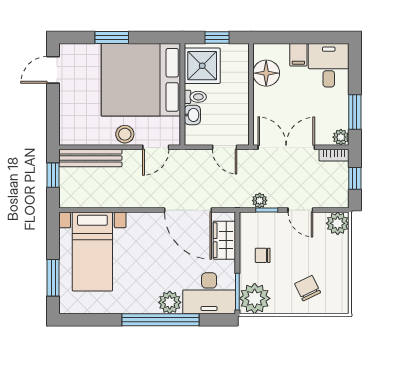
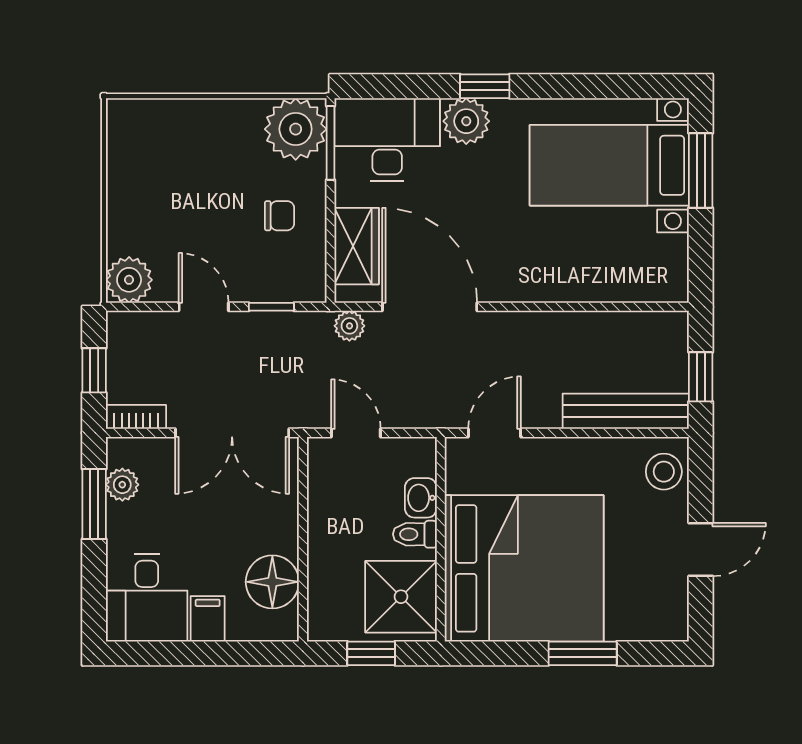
door: (53, 70) -> (701, 550), moved
stool: (125, 134) -> (664, 472), moved
plant: (341, 137) -> (122, 485), moved
plant: (260, 201) -> (349, 326), moved
bed with nightstands: (92, 252) -> (609, 165), moved, turned -90
chair: (308, 288) -> (189, 150), removed
window: (161, 320) -> (485, 86), width x0.32

